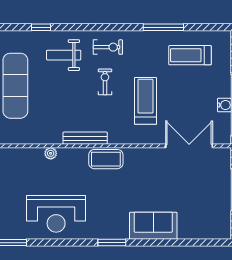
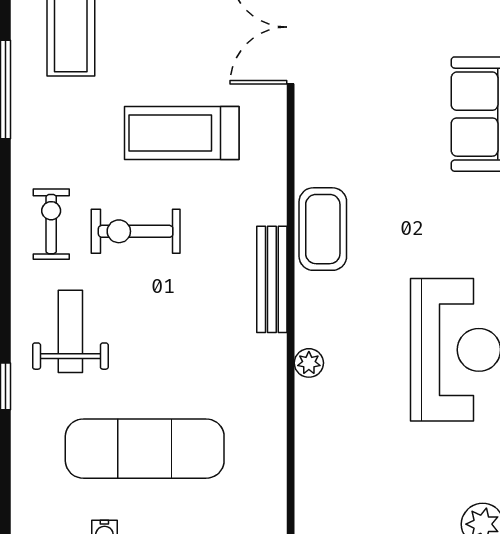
weight bench: (64, 55) -> (70, 331), turned 180
exercise bike: (105, 82) -> (136, 231), width x1.38, depth x1.39

